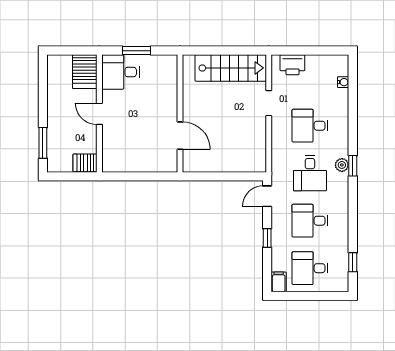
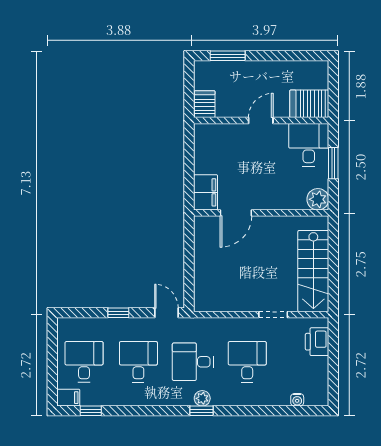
plant: (168, 64) -> (318, 199), added
filing cabinet: (162, 162) -> (206, 192), added
filing cabinet: (279, 282) -> (68, 398), moved

